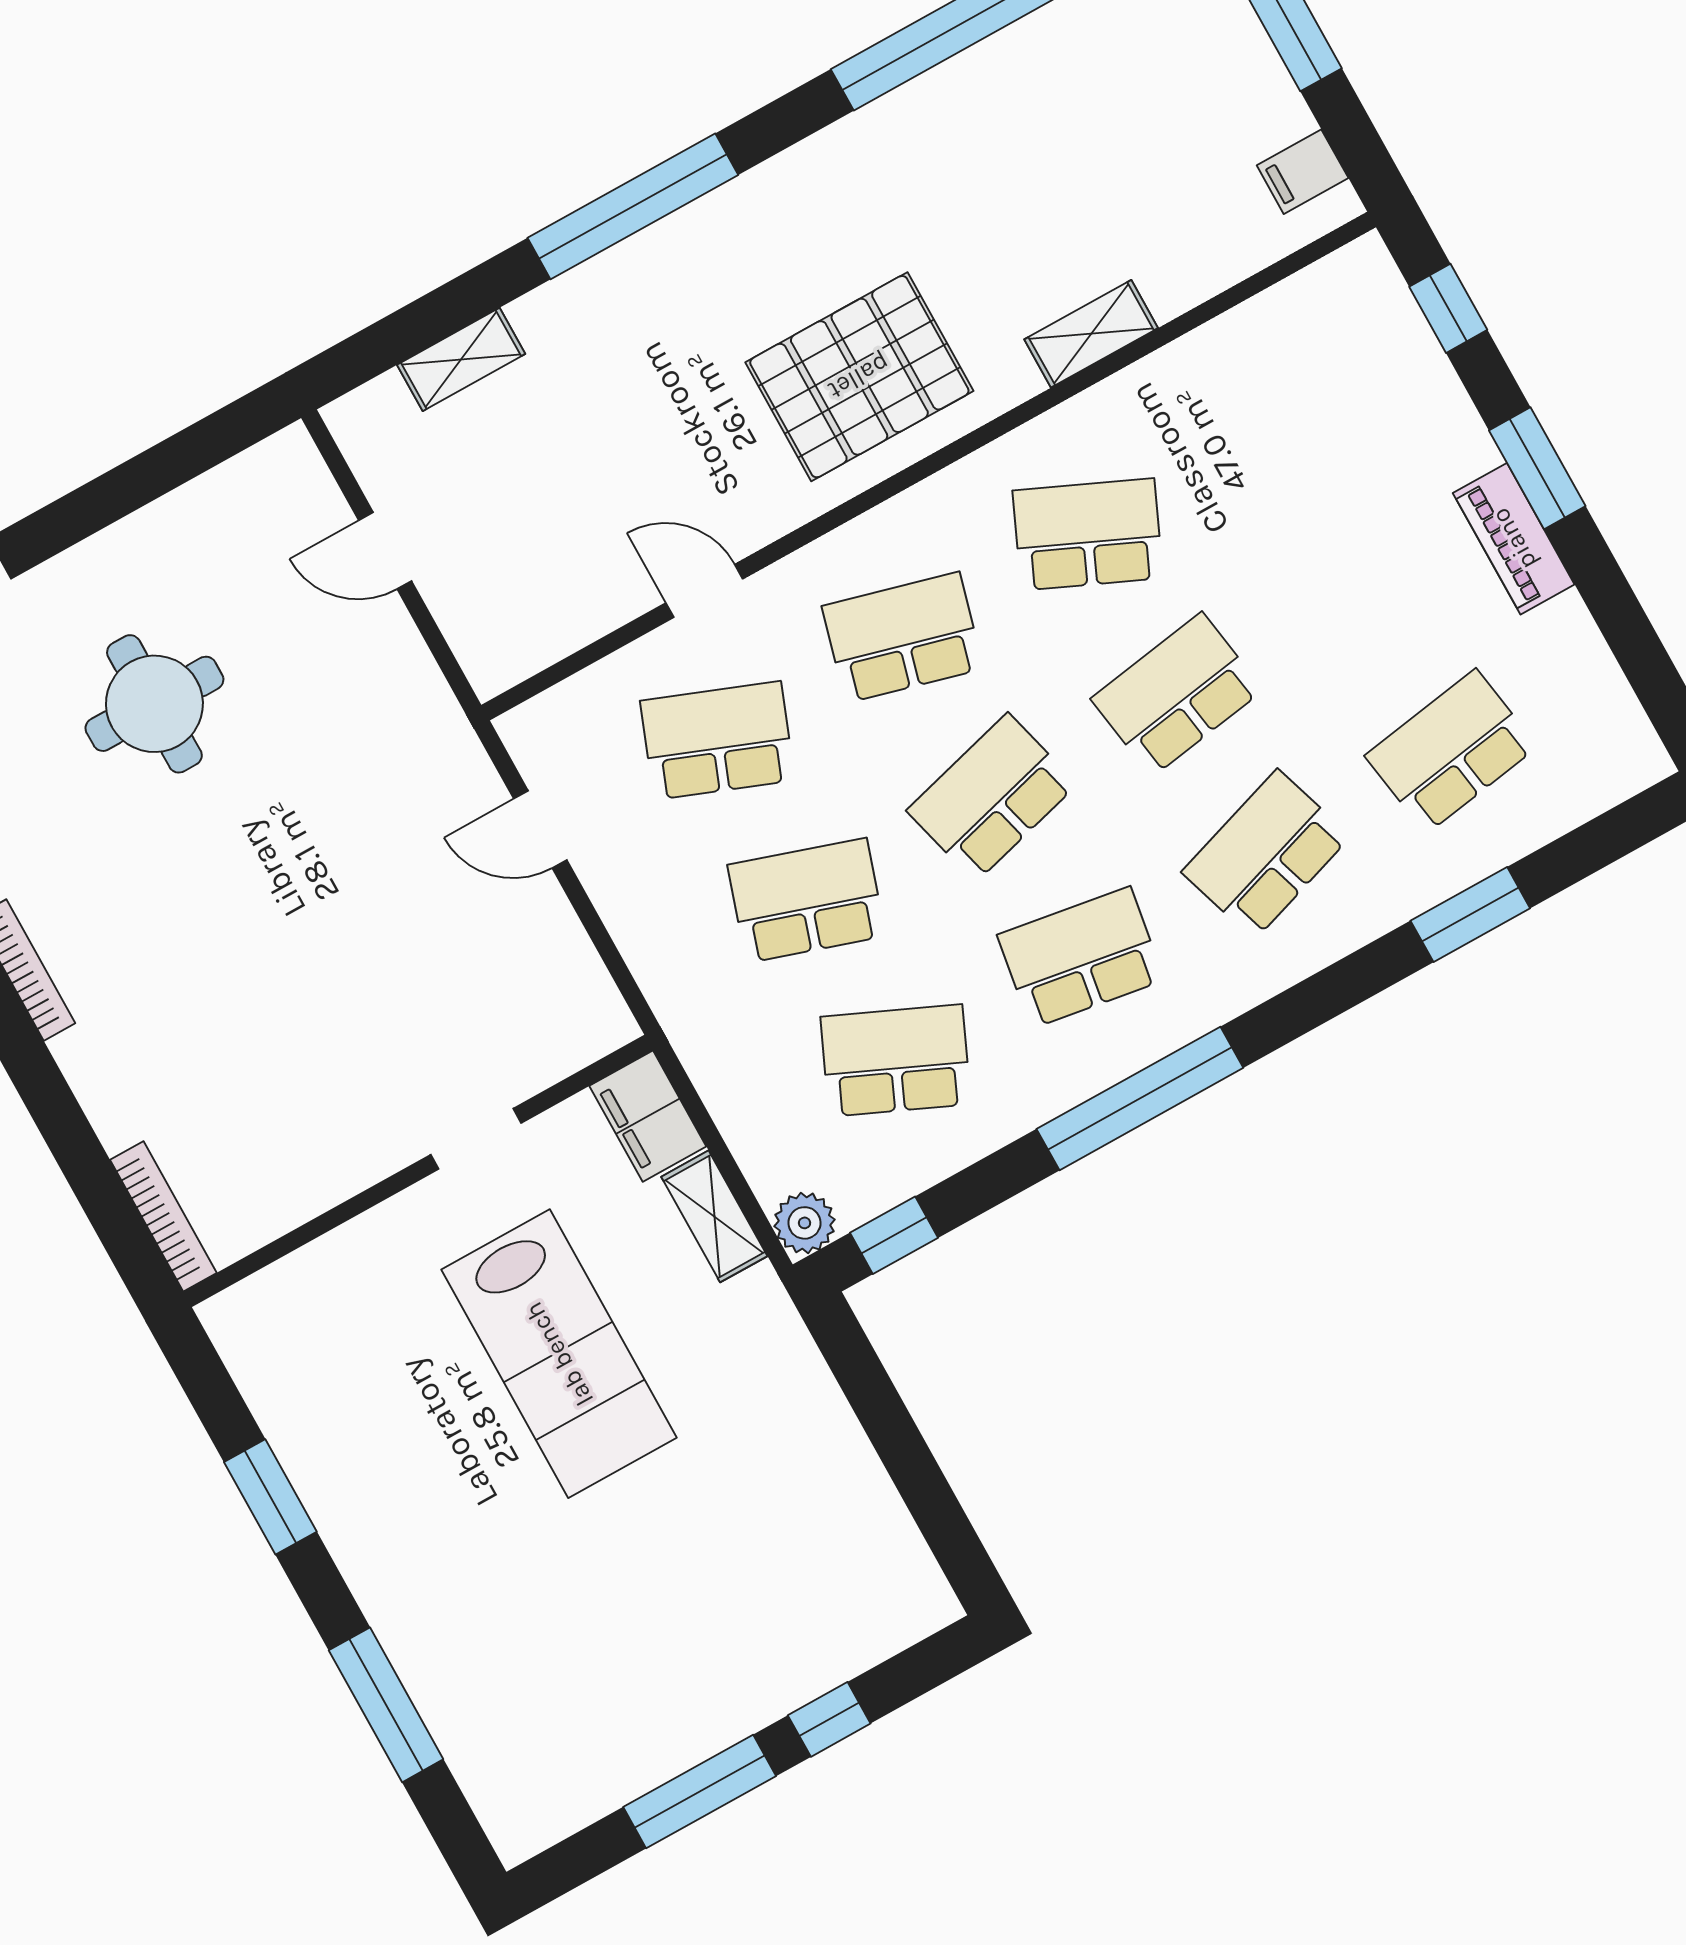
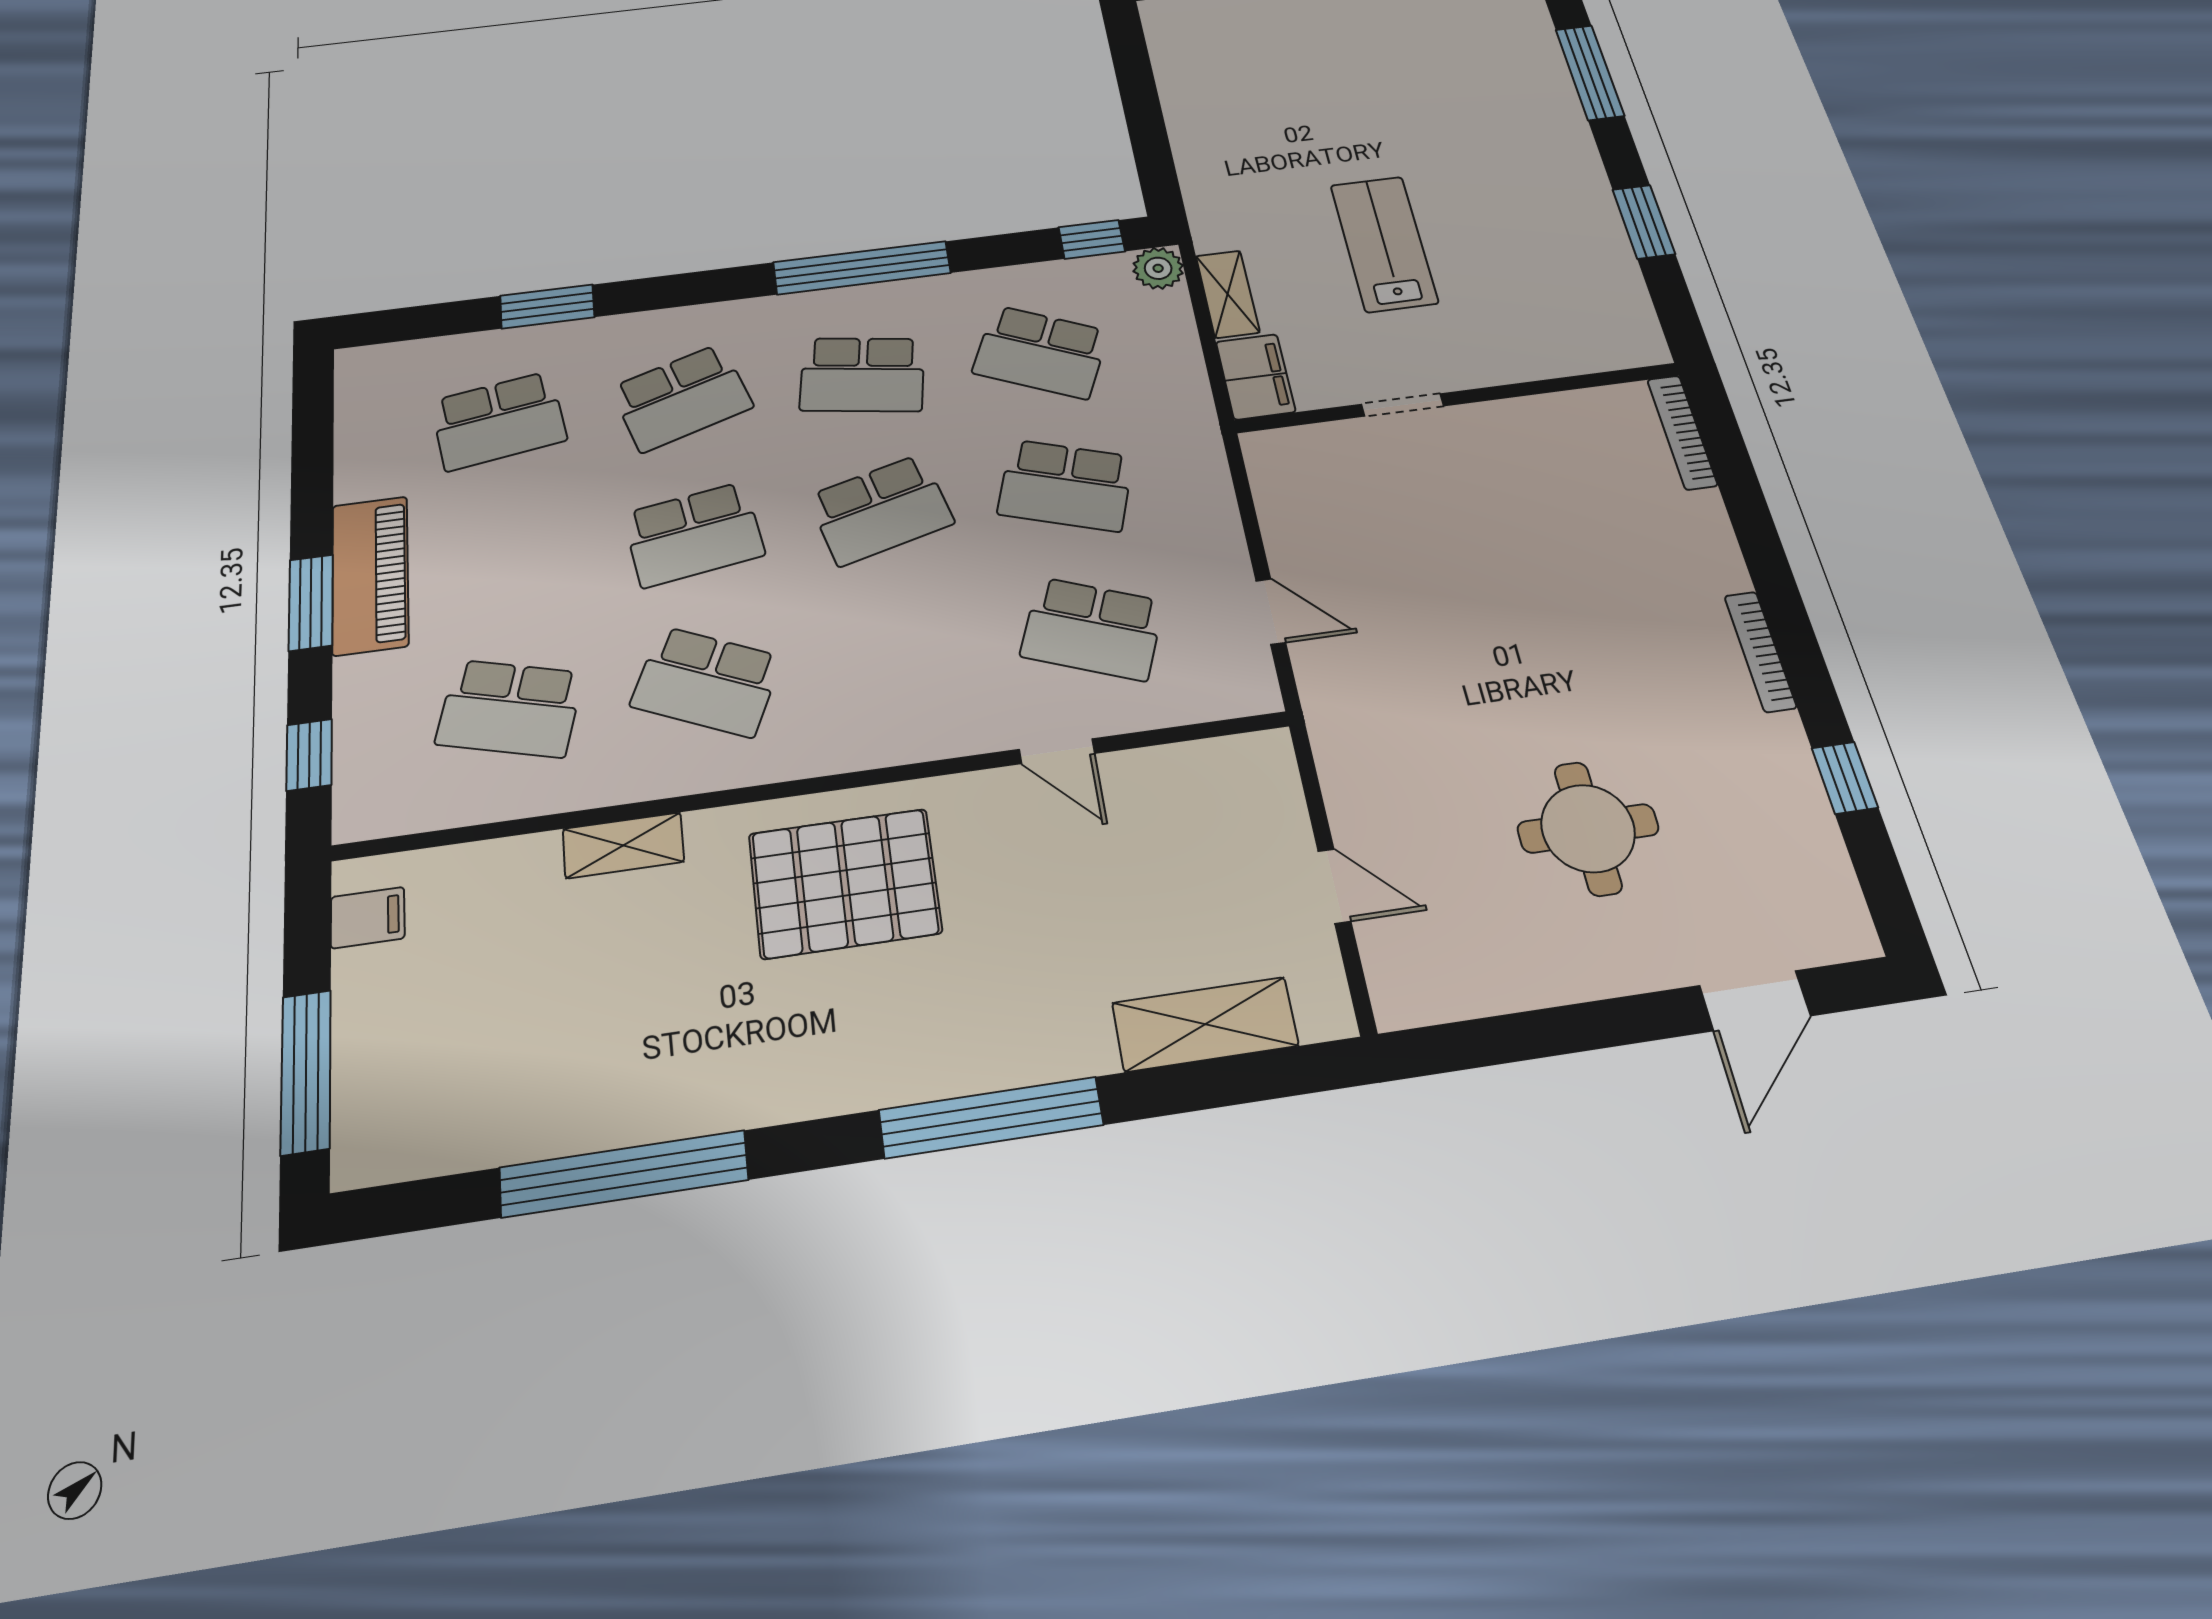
shelving: (461, 359) -> (1205, 1024), width x1.50, depth x1.33
piano: (1514, 539) -> (370, 575), width x1.37, depth x1.33
school desk: (903, 637) -> (510, 708), moved
lab bench: (559, 1354) -> (1384, 244), width x0.73, depth x0.72

